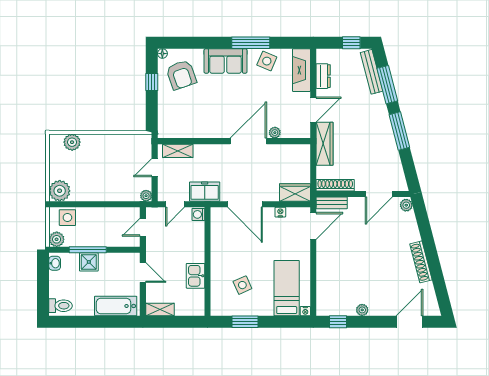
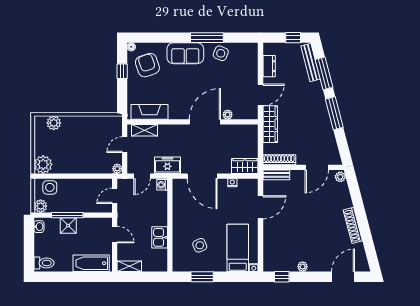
fireplace: (301, 70) -> (150, 112), moved, turned 90
armchair: (181, 75) -> (147, 65), turned 180
door: (313, 226) -> (261, 207), moved

